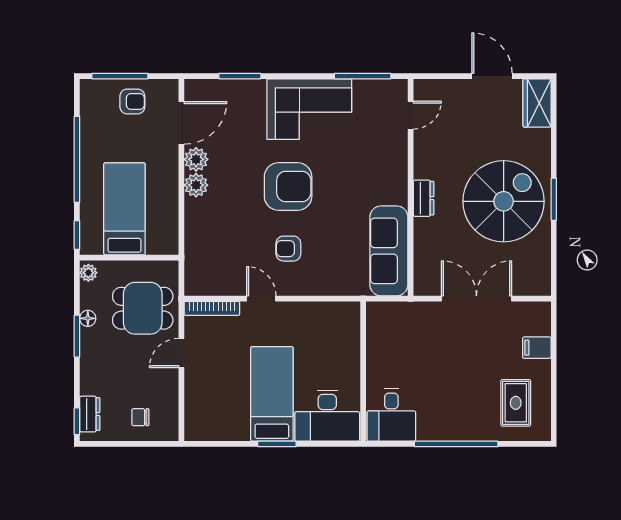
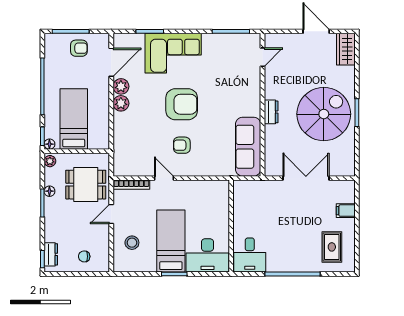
corner sofa: (309, 109) -> (173, 53), moved
floor lamp: (88, 247) -> (49, 144), added
stool: (213, 396) -> (132, 243), added

